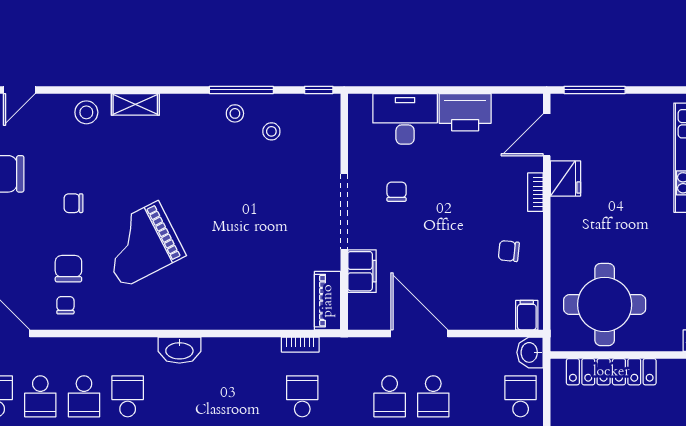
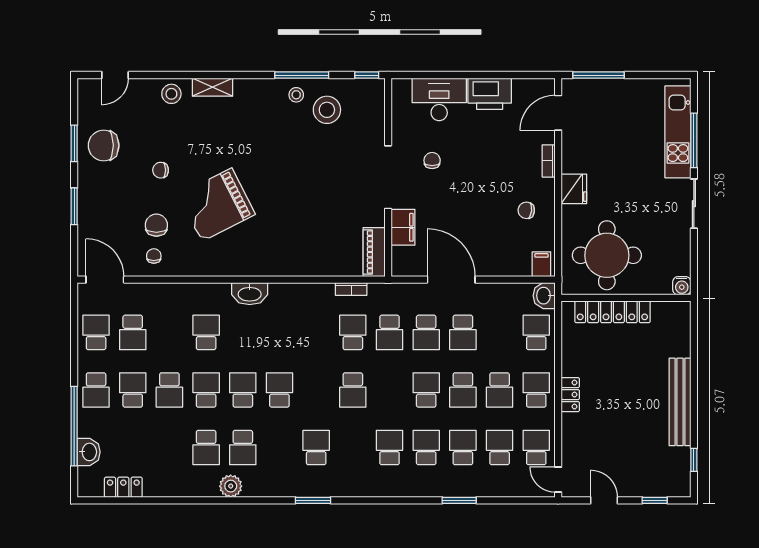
stool: (271, 131) -> (327, 110), width x1.89, depth x1.89
fridge: (565, 178) -> (574, 189), moved
school desk: (84, 396) -> (390, 332), moved

